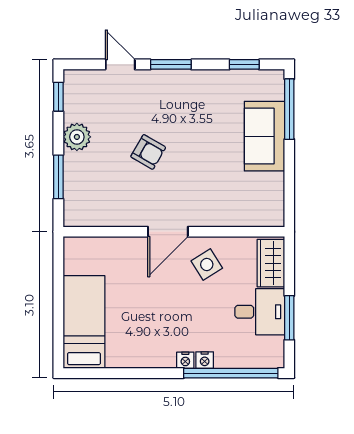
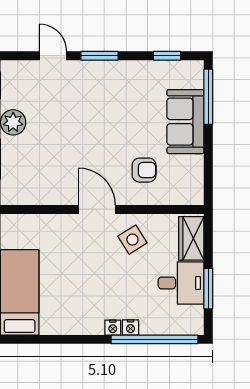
armchair: (148, 152) -> (144, 170), moved, turned -30
door: (168, 232) -> (97, 209), swing flipped

